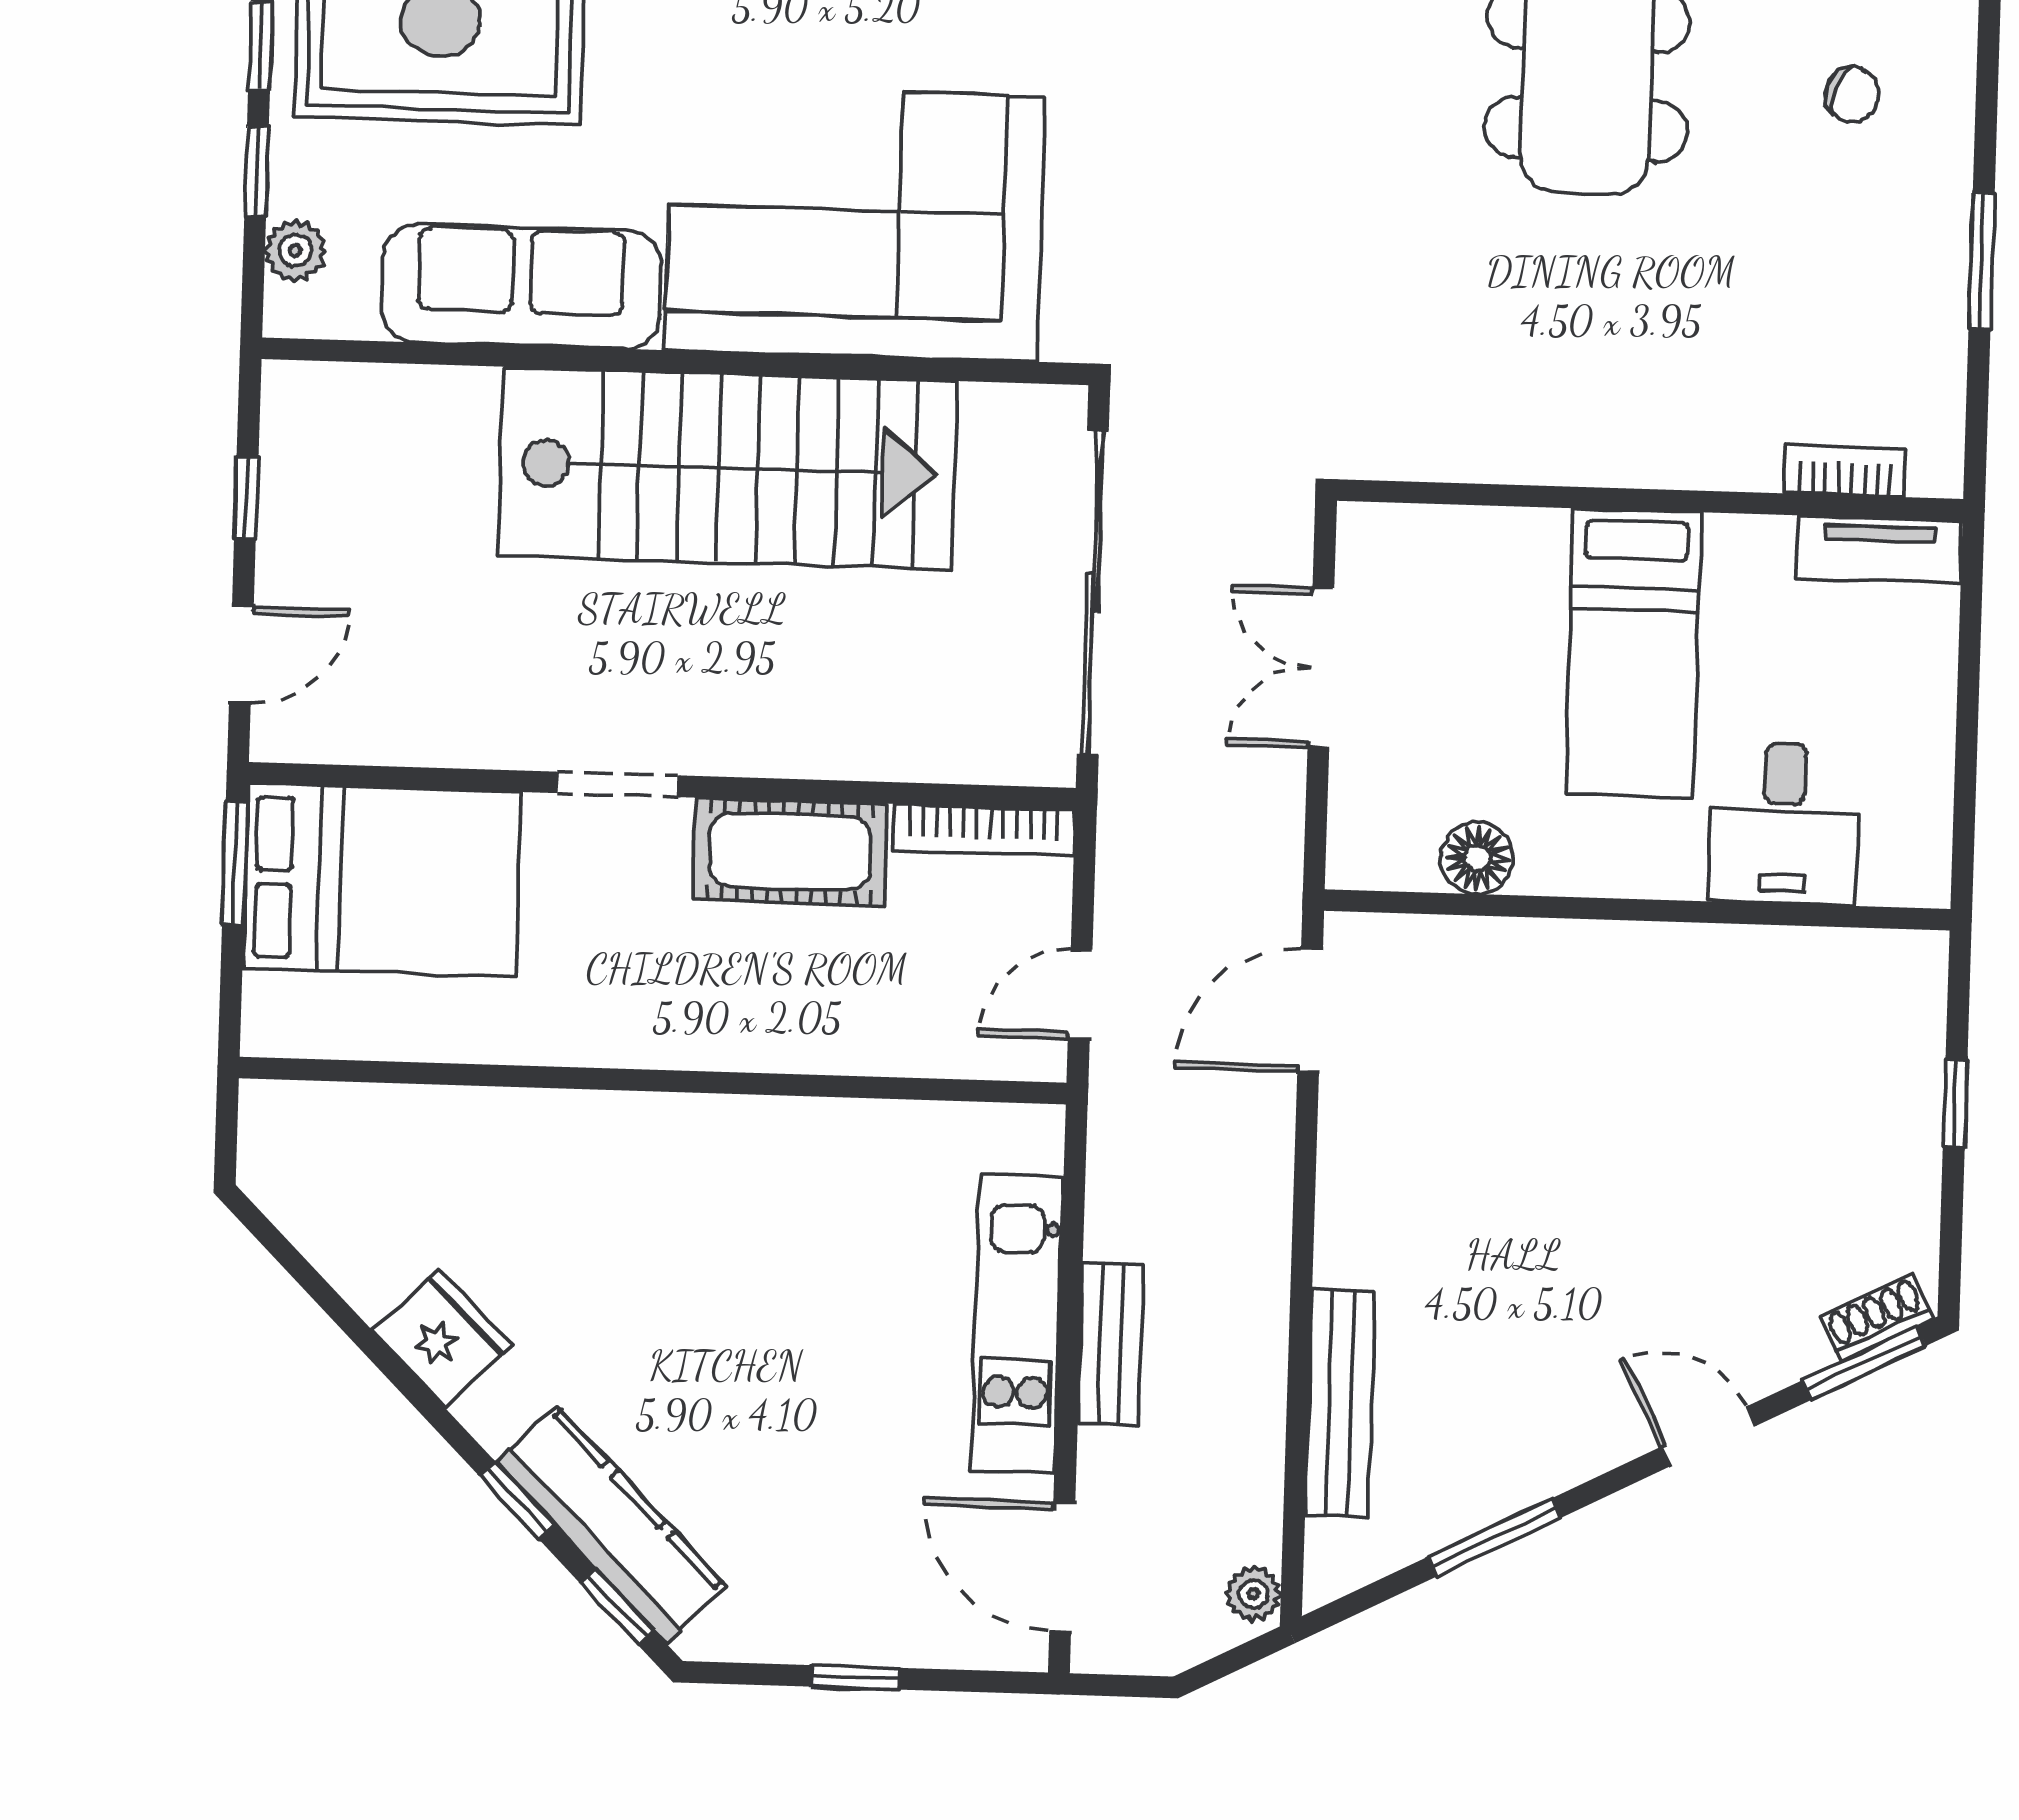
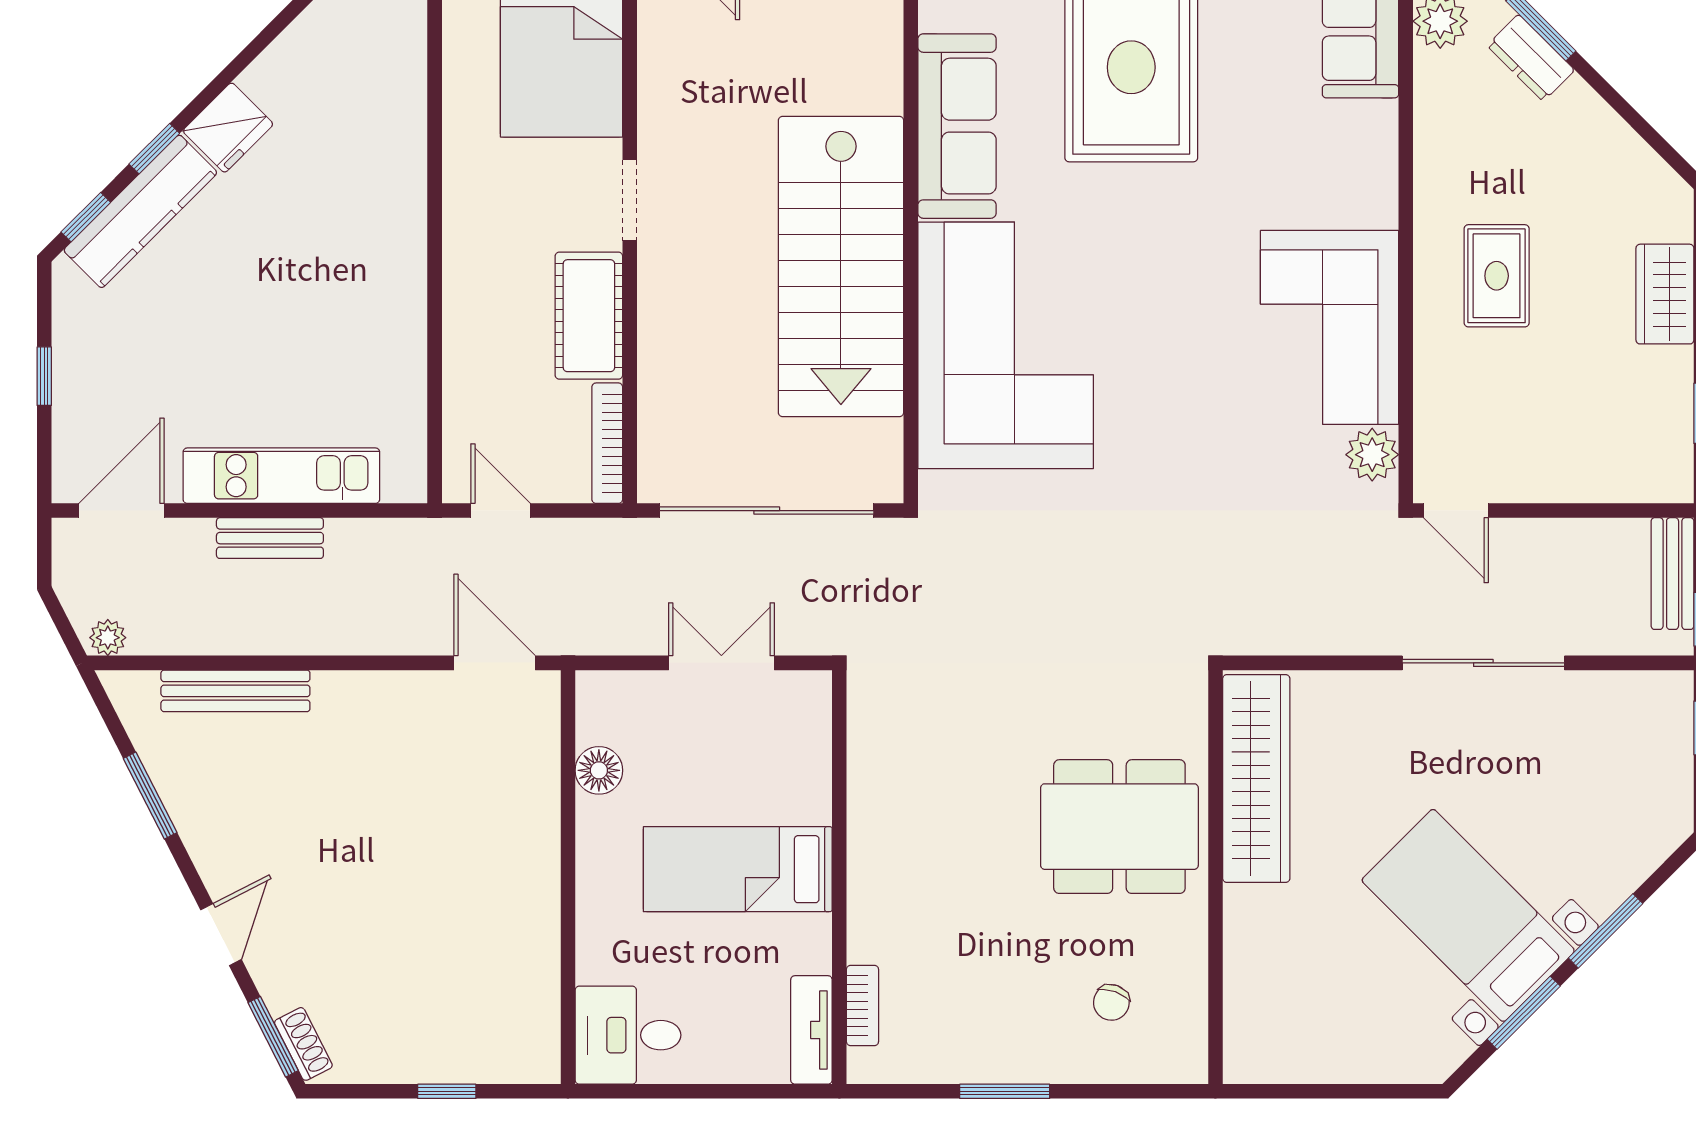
desk: (1784, 824) -> (628, 1035), moved
fridge: (442, 1338) -> (228, 128), moved

